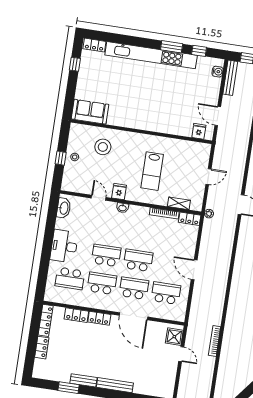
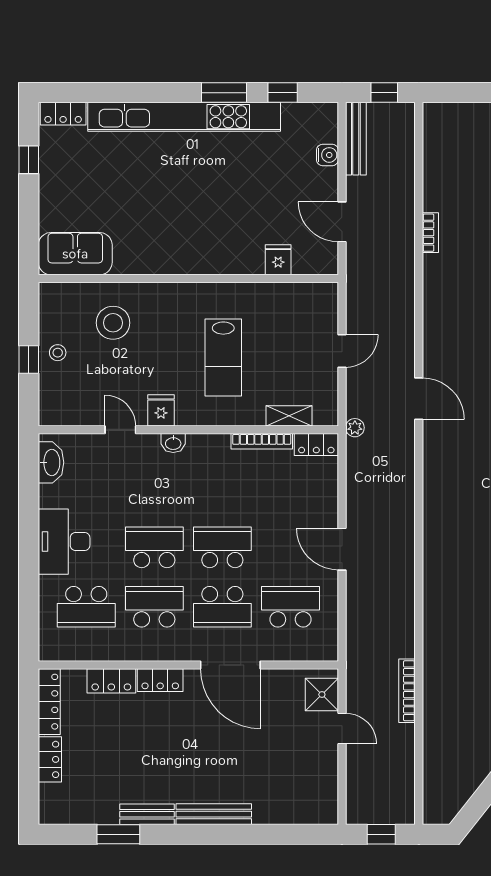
water cooler: (218, 72) -> (327, 155), moved
fridge: (199, 131) -> (278, 260), moved
school desk: (134, 288) -> (222, 607), turned 180

